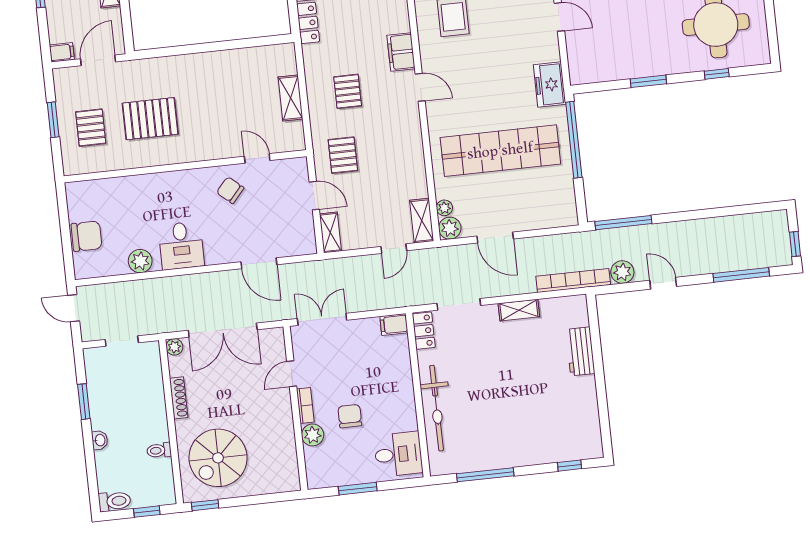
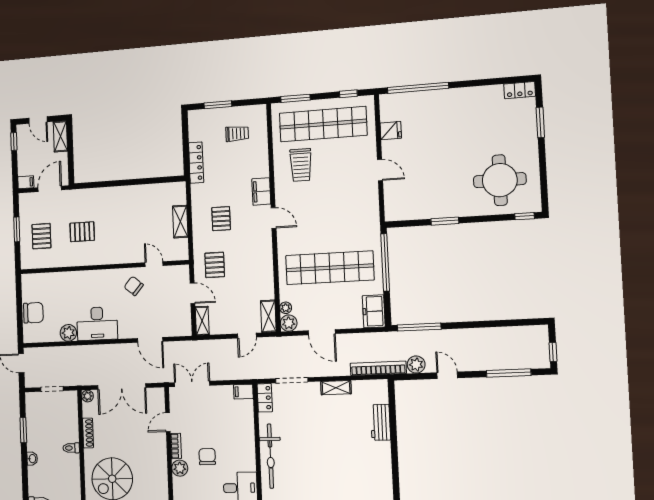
window: (717, 74) -> (525, 216), moved
freezer: (550, 85) -> (374, 311), moved
pallet: (150, 119) -> (82, 232), width x0.67, depth x0.71
desk: (181, 246) -> (97, 324), width x1.37
toilet: (159, 450) -> (71, 448), moved

